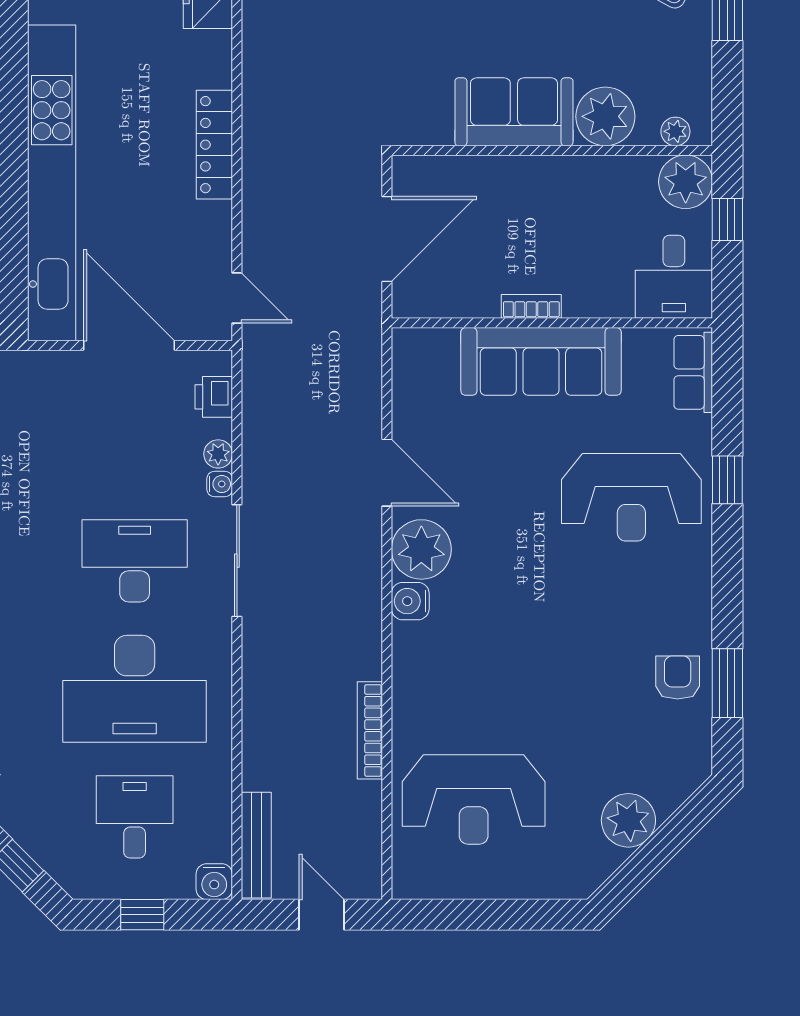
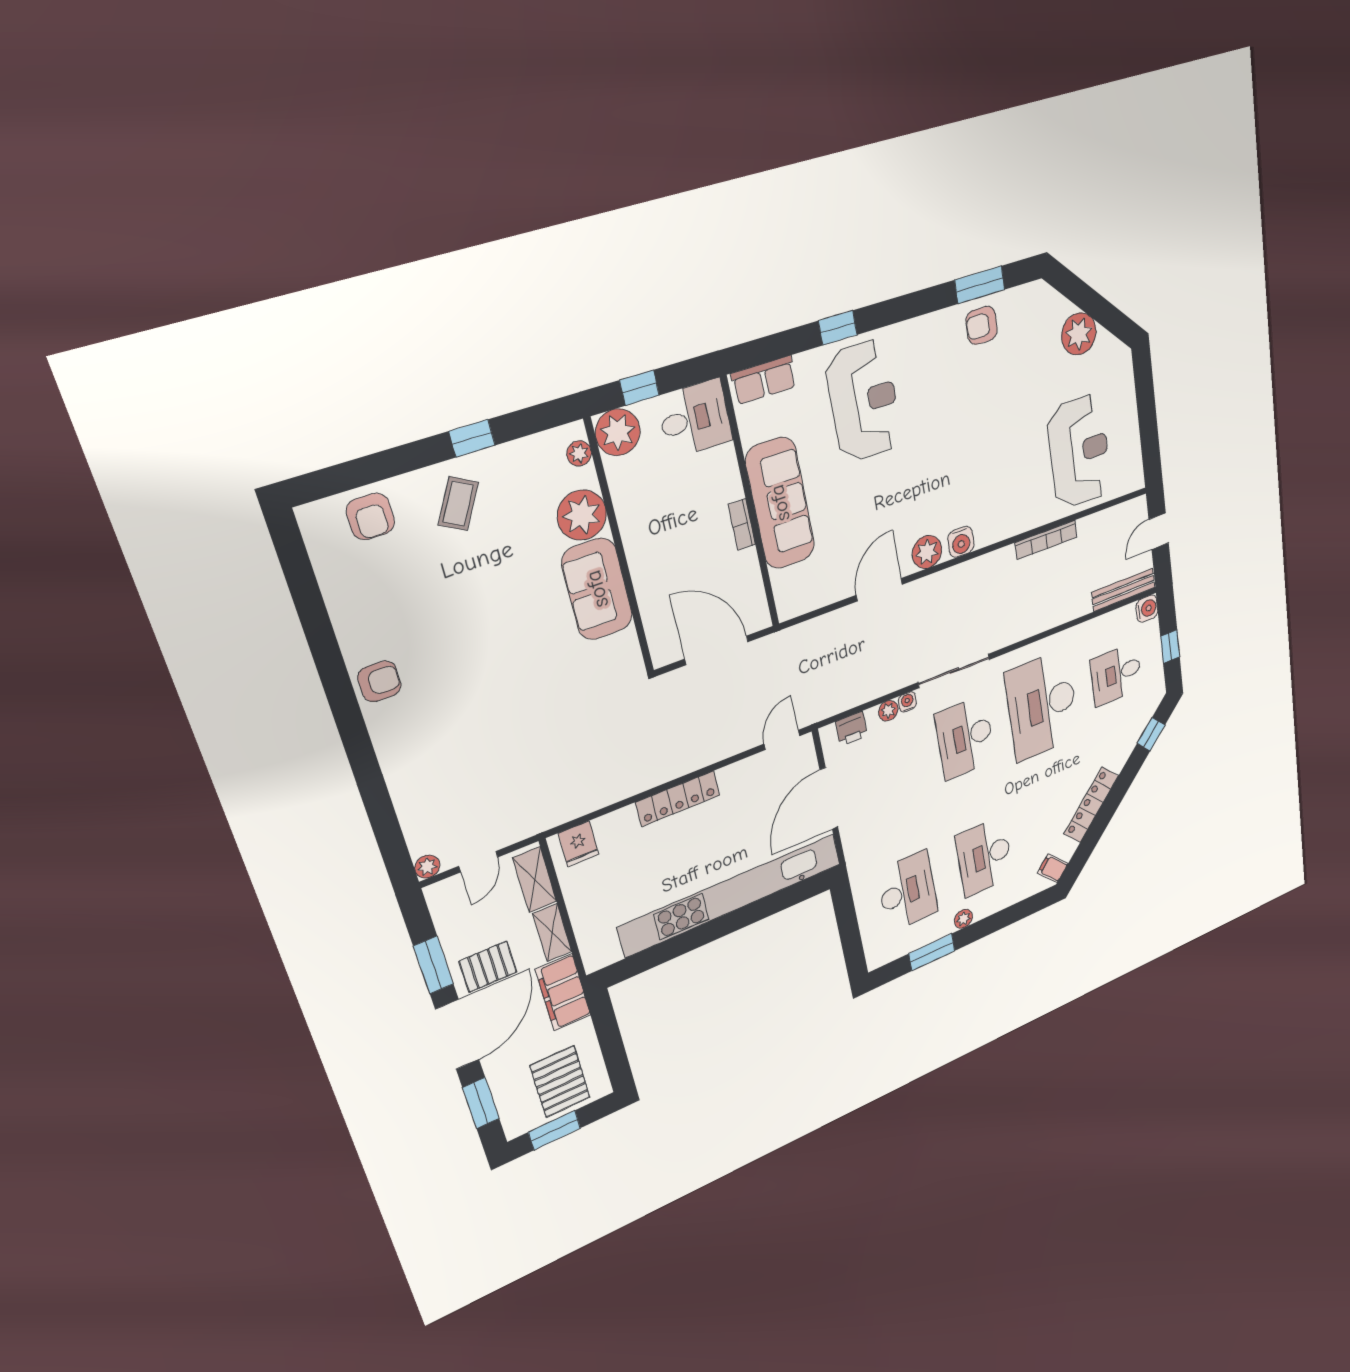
plant: (421, 549) -> (927, 552), width x0.73, depth x0.73
desk: (135, 689) -> (1042, 705), turned 180

